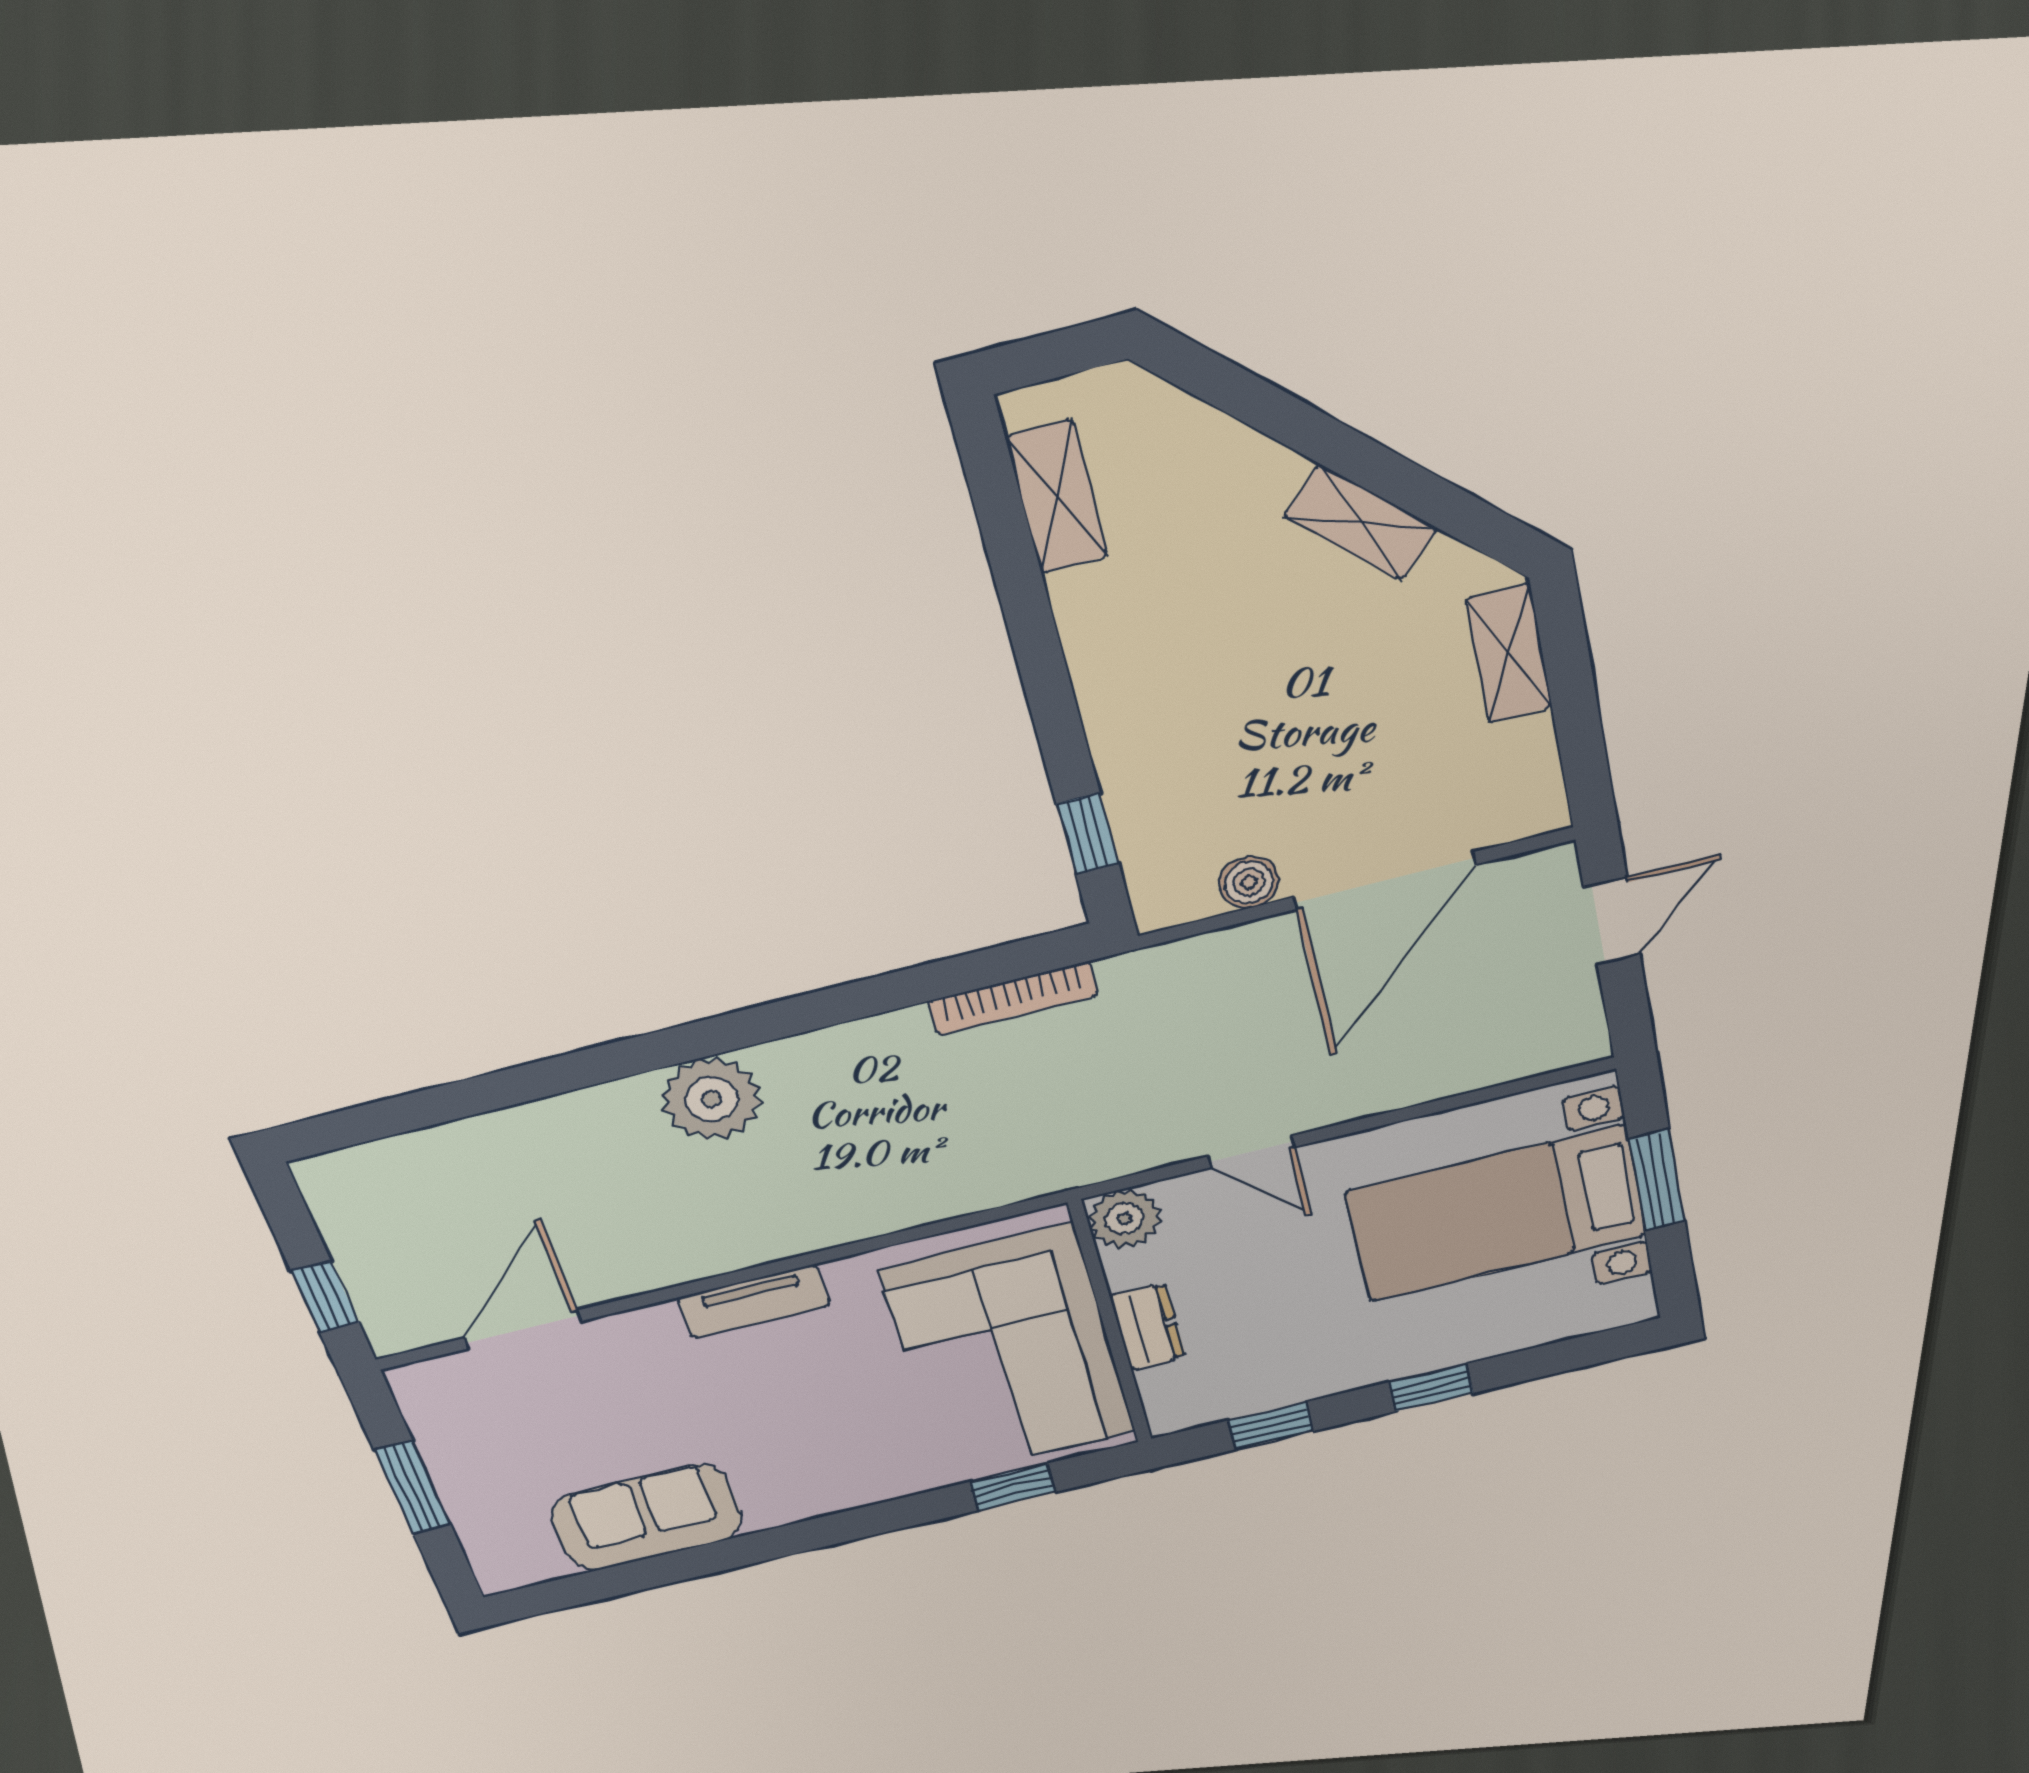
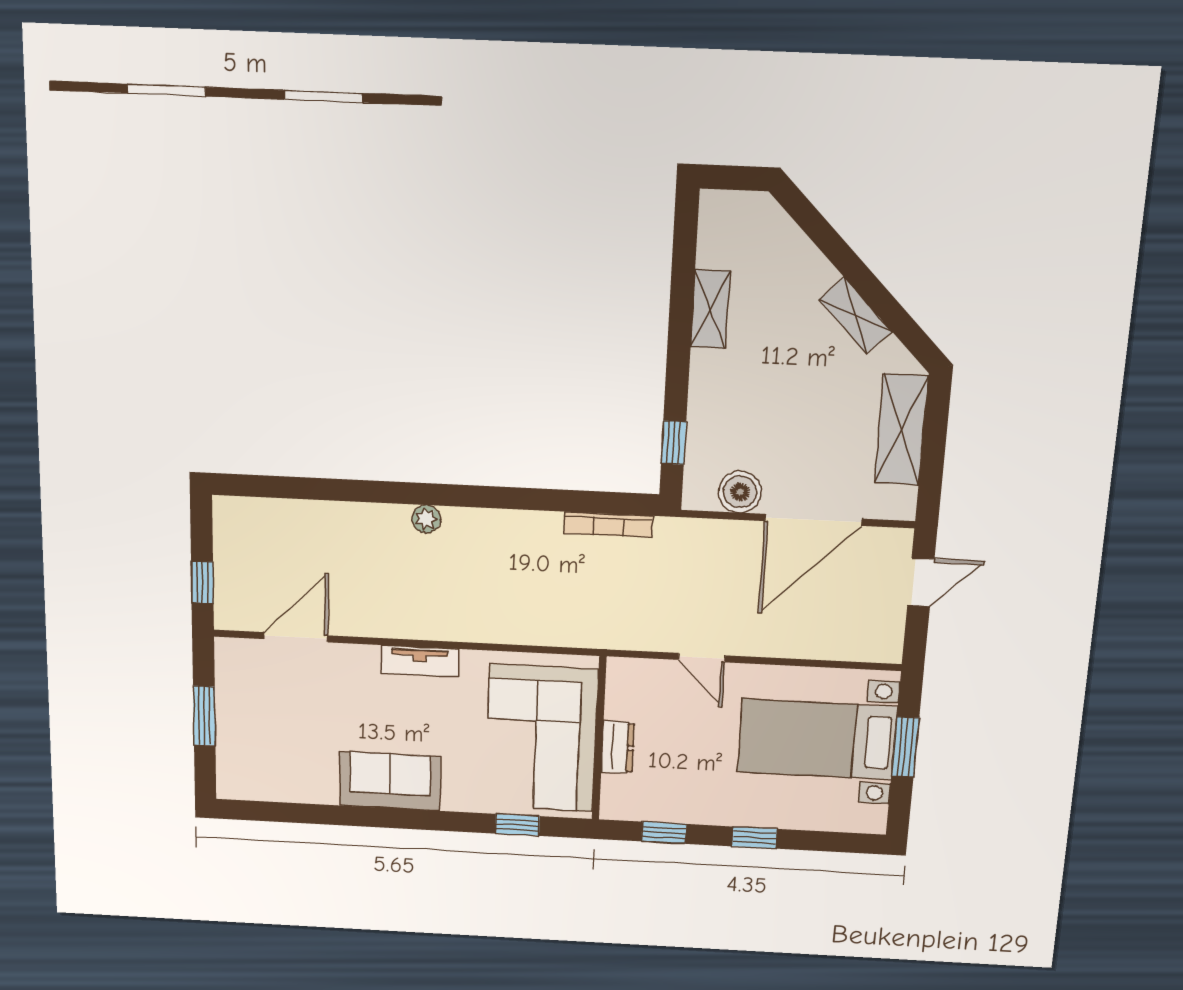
shelving: (1057, 497) -> (710, 309), moved
shelving: (1509, 653) -> (901, 430), width x1.50, depth x1.33
boiler: (1249, 882) -> (740, 492), width x1.36, depth x1.36
plant: (712, 1099) -> (426, 519), width x0.53, depth x0.53
plant: (1125, 1219) -> (625, 676), removed
sofa: (647, 1517) -> (390, 781), moved

